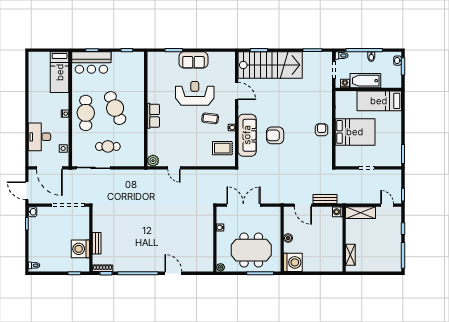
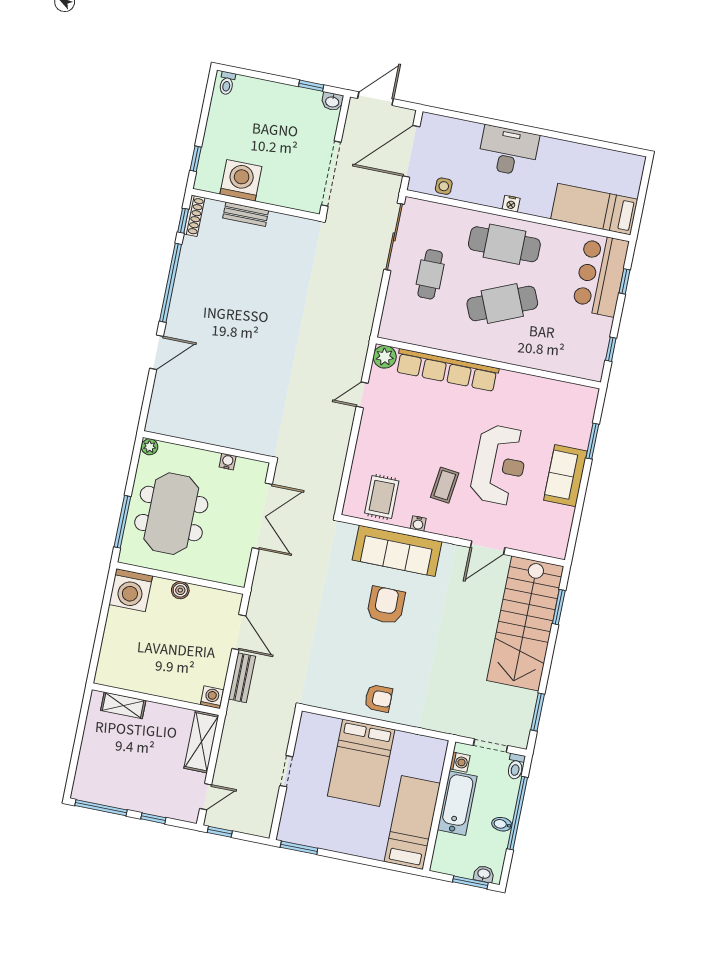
row of seats: (153, 116) -> (447, 370), width x2.02
desk: (39, 137) -> (508, 151), moved
door: (303, 205) -> (239, 632), swing flipped

